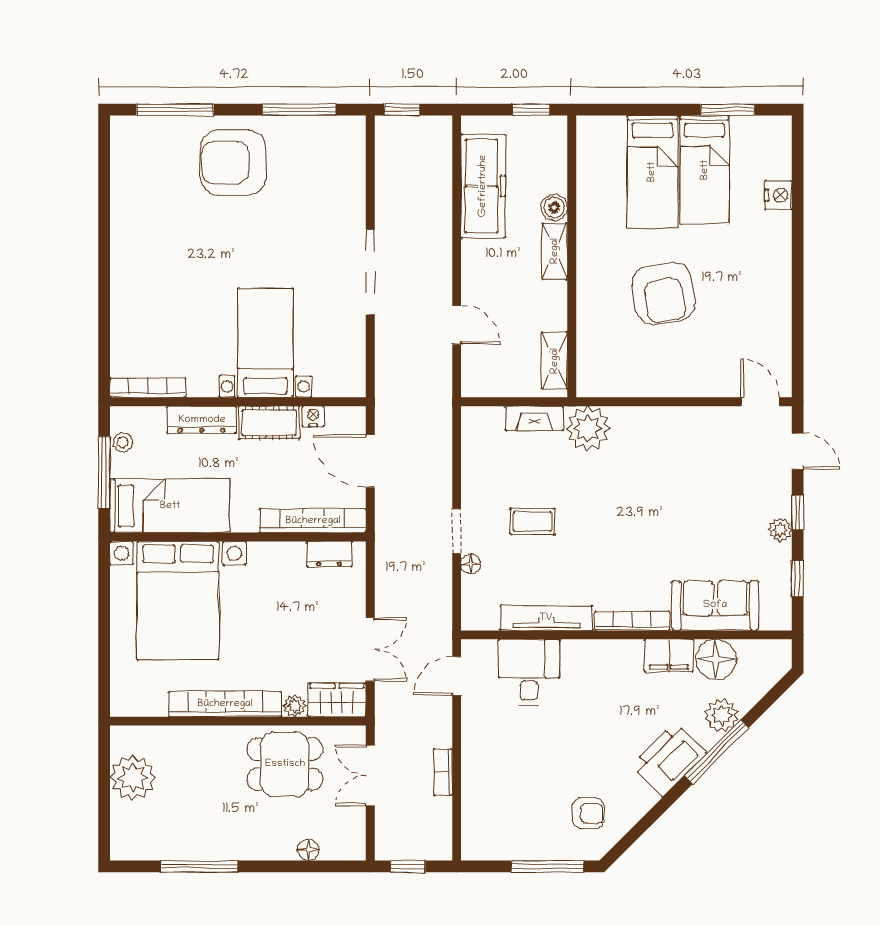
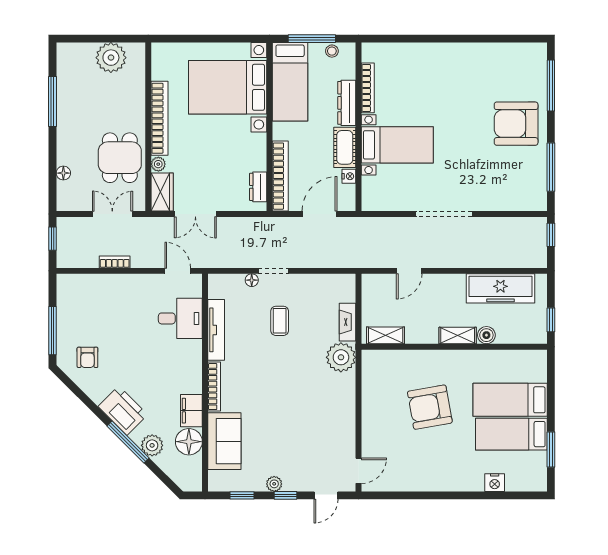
armchair: (233, 163) -> (516, 124), turned -90
bookcase: (148, 388) -> (368, 88), moved

